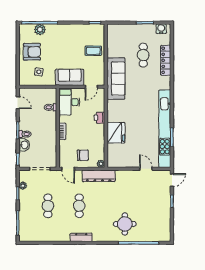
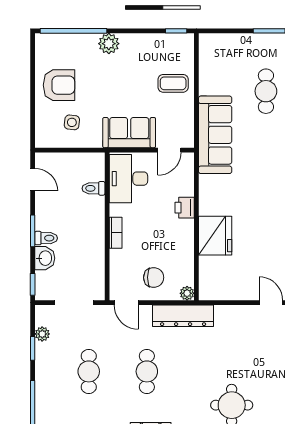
plant: (40, 29) -> (109, 44), moved

